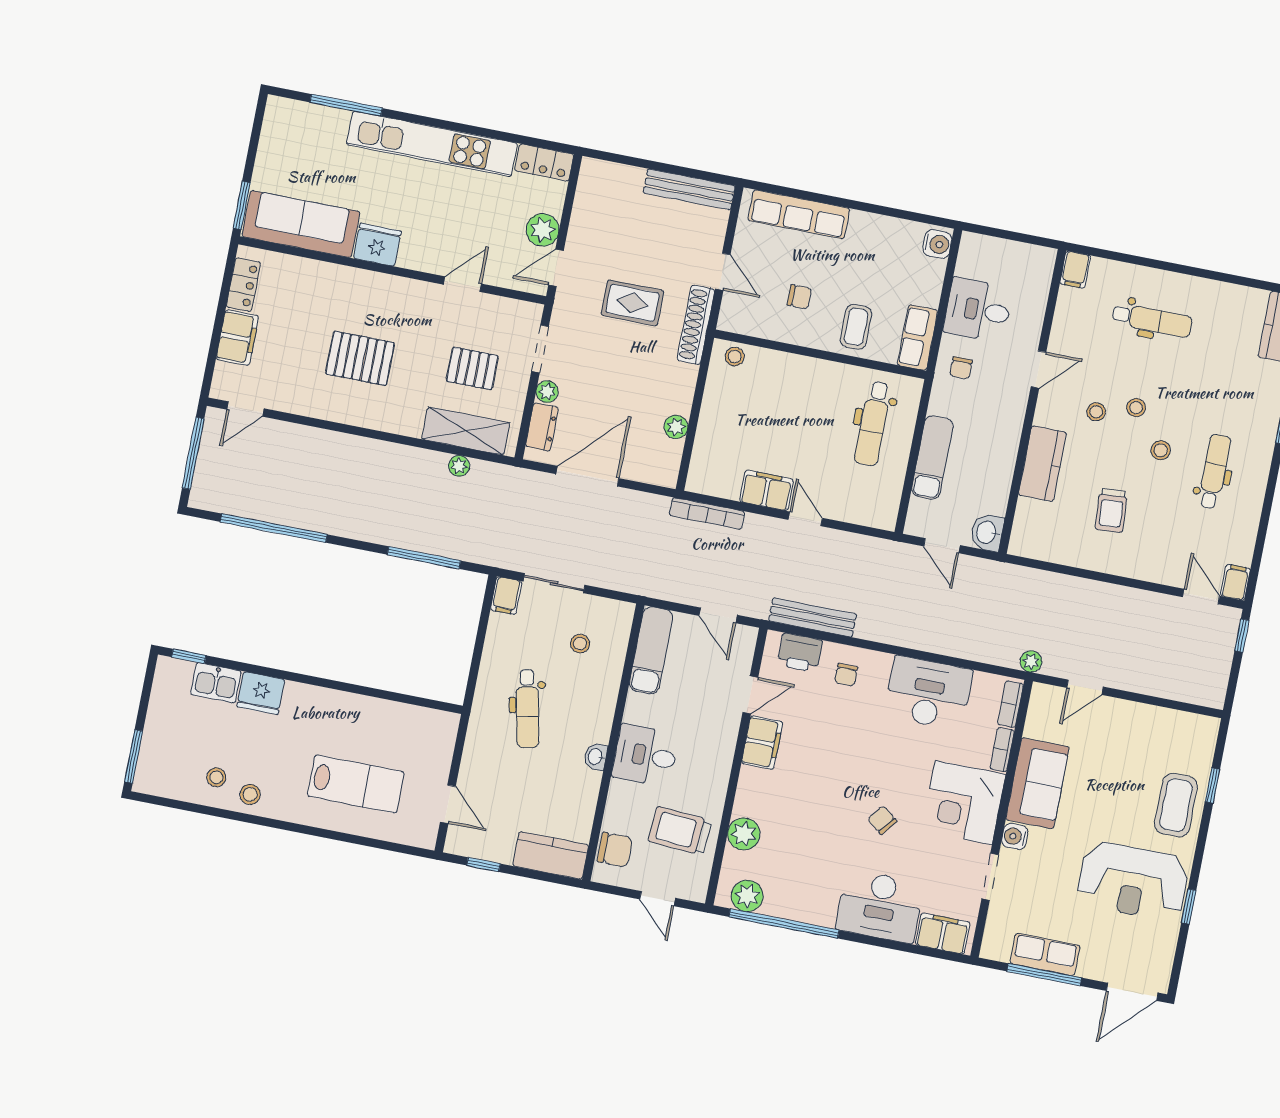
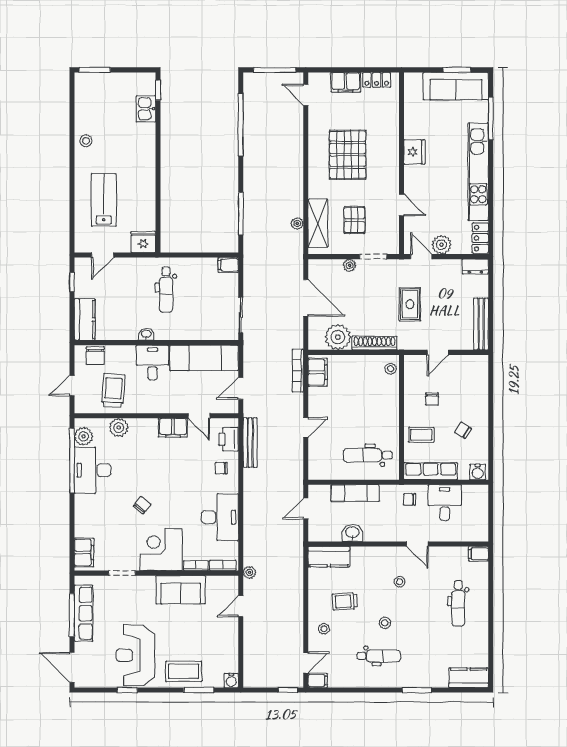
window: (242, 205) -> (457, 70), moved
row of seats: (799, 214) -> (479, 389), removed
sofa: (301, 224) -> (456, 86), moved, turned 90
chair: (862, 255) -> (463, 430), added
shoe rack: (696, 325) -> (374, 343), moved
row of seats: (918, 338) -> (431, 471), width x1.48
pallet: (360, 358) -> (348, 155), width x1.37, depth x1.41
stool: (1136, 408) -> (324, 629), moved
dresser: (542, 427) -> (475, 266), moved
plant: (676, 427) -> (338, 337), width x1.87, depth x1.87
kitchen counter: (1042, 464) -> (329, 557), moved
filing cabinet: (766, 490) -> (318, 372), moved
washbasin: (987, 532) -> (352, 533), moved
sliding door: (554, 583) -> (241, 315), moved
stool: (580, 644) -> (209, 313), removed
exam couch: (651, 650) -> (204, 358), width x1.36, depth x1.45
door: (1085, 687) -> (241, 606), hinge flipped
fridge: (261, 693) -> (143, 242), moved, turned 90
dental chair: (527, 709) -> (166, 290), turned -78
stool: (216, 777) -> (92, 120), removed
lab bench: (356, 784) -> (104, 200), turned 180
window: (1212, 786) -> (199, 690), width x1.50
water cooler: (1015, 836) -> (231, 680), moved, turned 180
desk: (880, 906) -> (93, 470), moved
row of seats: (1045, 954) -> (84, 613), width x1.48

